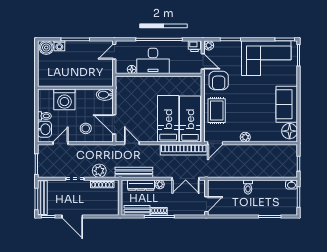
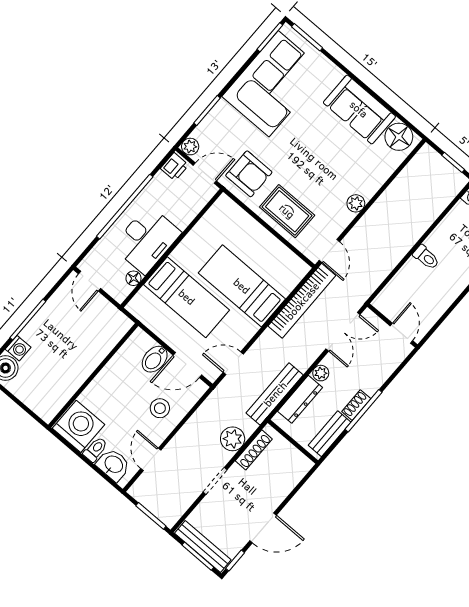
bidet: (105, 95) -> (155, 359), moved
washing machine: (64, 99) -> (78, 426), moved, turned -90
bed: (190, 119) -> (187, 297), moved, turned 180

